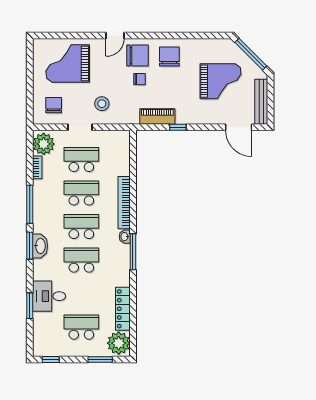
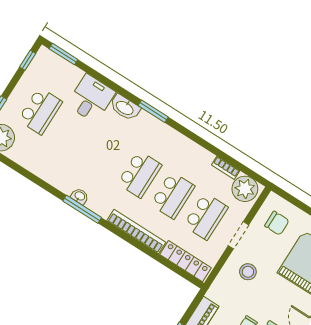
window: (30, 204) -> (194, 137), removed
washbasin: (125, 237) -> (80, 196), moved
washbasin: (40, 246) -> (125, 108), moved
school desk: (81, 260) -> (106, 153), removed
window: (30, 306) -> (63, 54), moved
locker: (123, 309) -> (185, 261), moved

